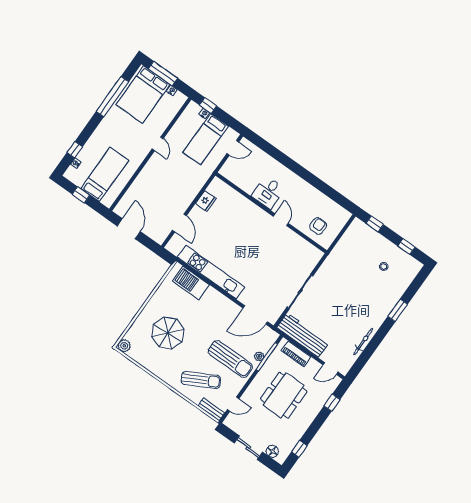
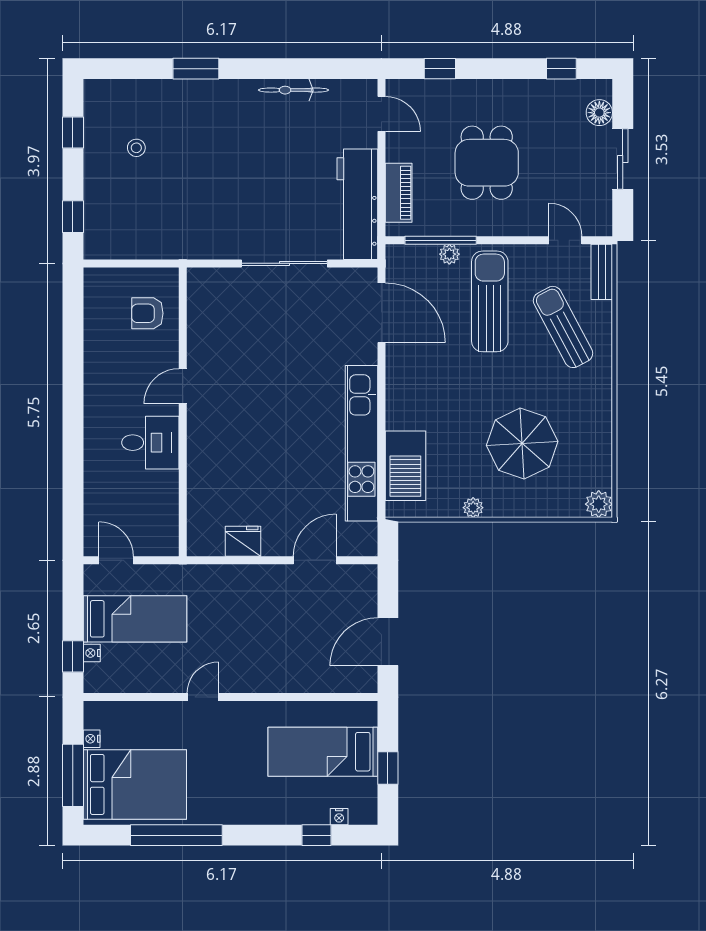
plant: (157, 297) -> (473, 508), added
dining table: (284, 395) -> (487, 163), width x0.73

